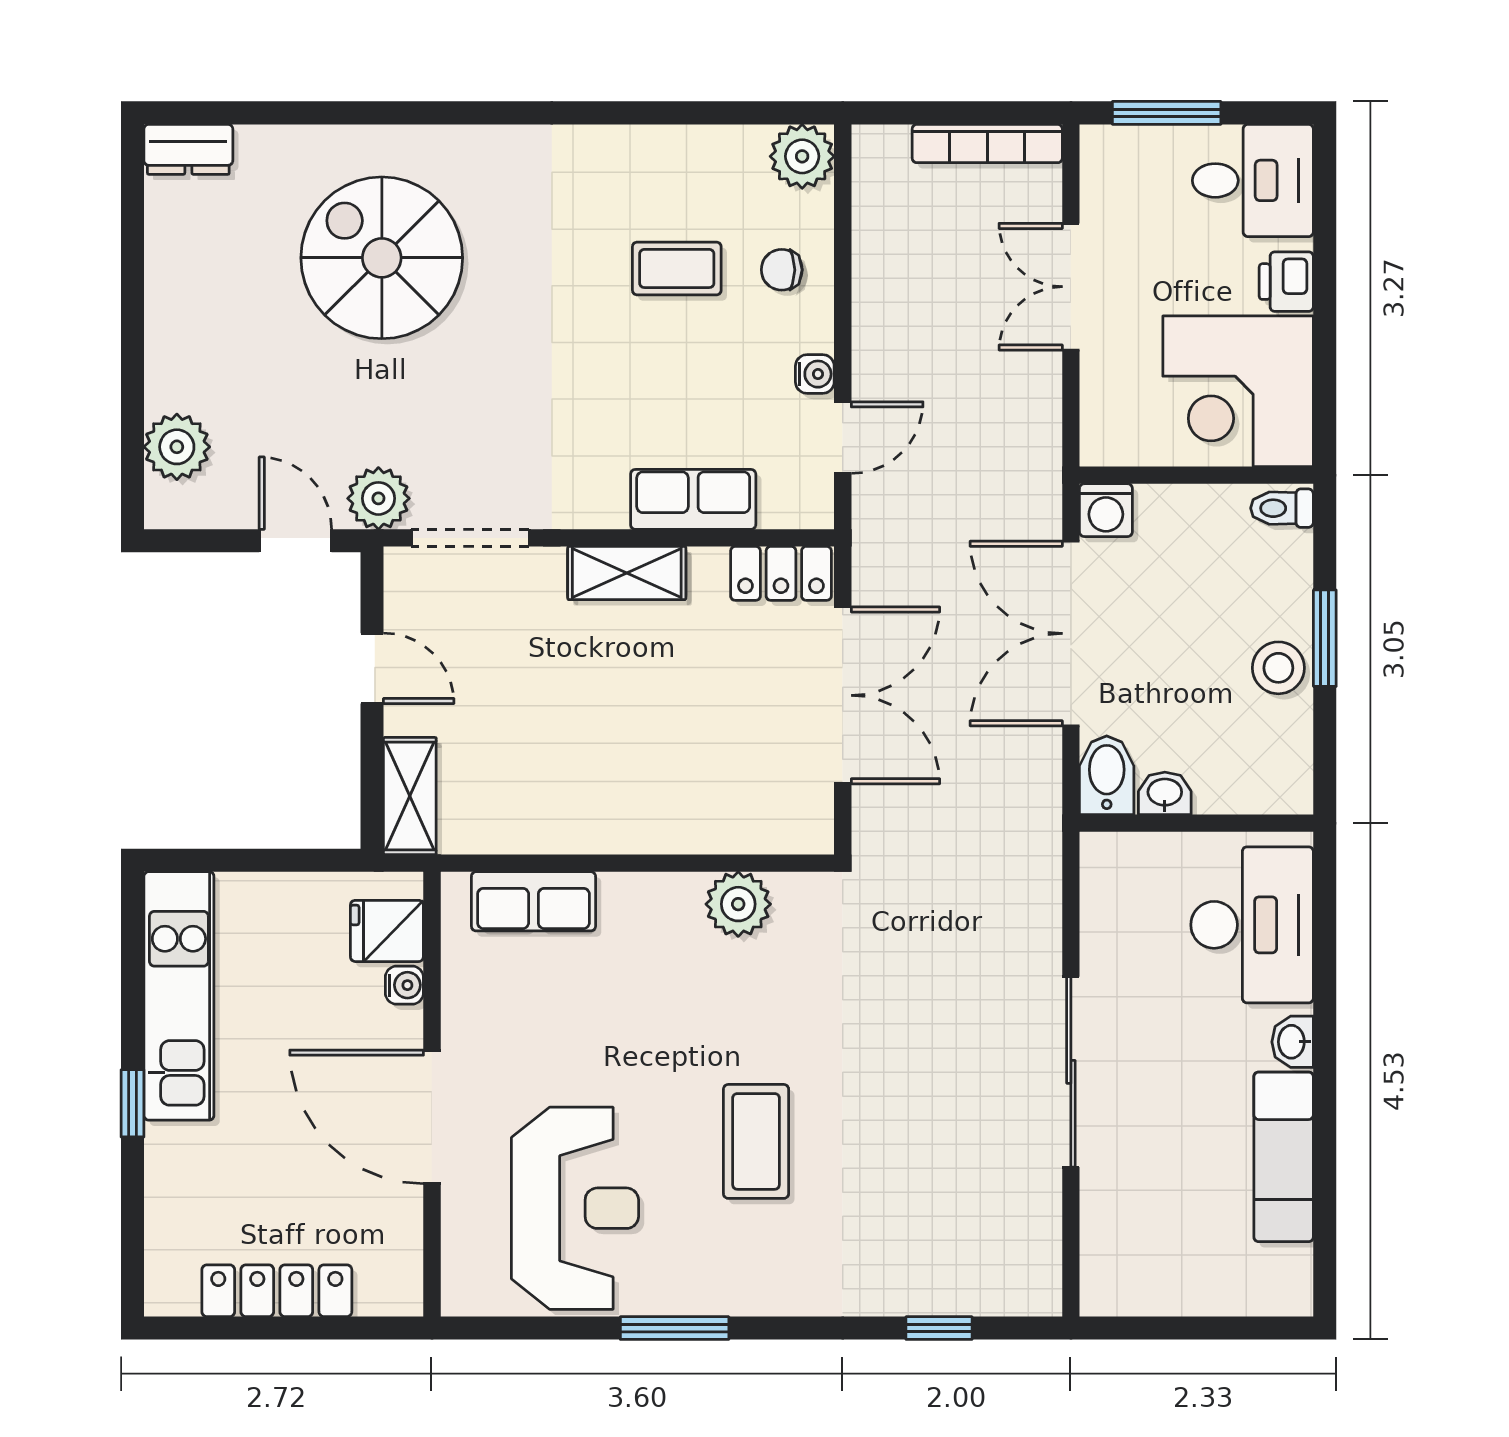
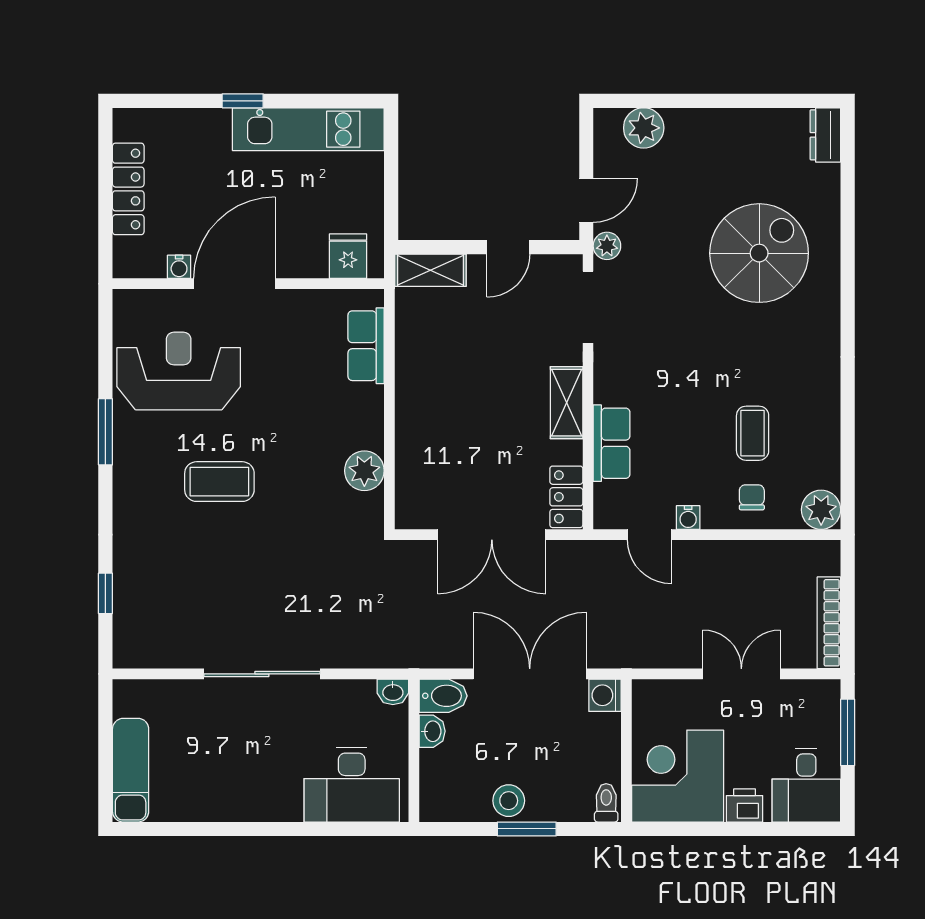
plant: (378, 498) -> (607, 246), width x0.73, depth x0.73
water cooler: (404, 985) -> (179, 267), moved
washbasin: (1293, 1042) -> (393, 692), moved, turned 180
exam couch: (1284, 1157) -> (131, 770), moved, turned 90
reception desk: (575, 1208) -> (179, 371), turned 180

